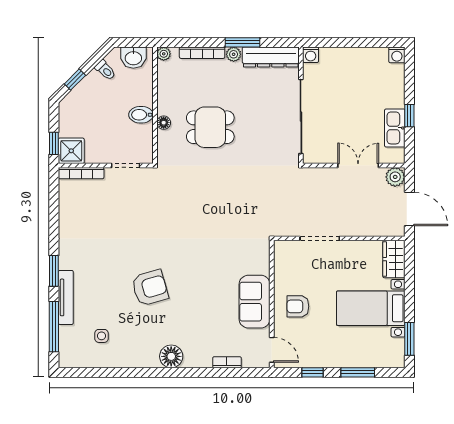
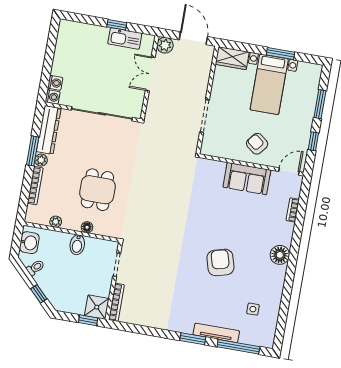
plant: (164, 54) -> (56, 222), moved
washing machine: (397, 55) -> (55, 83), moved
door: (409, 209) -> (193, 38), hinge flipped
armchair: (298, 306) -> (257, 144), turned 128
window: (409, 339) -> (281, 54), moved

